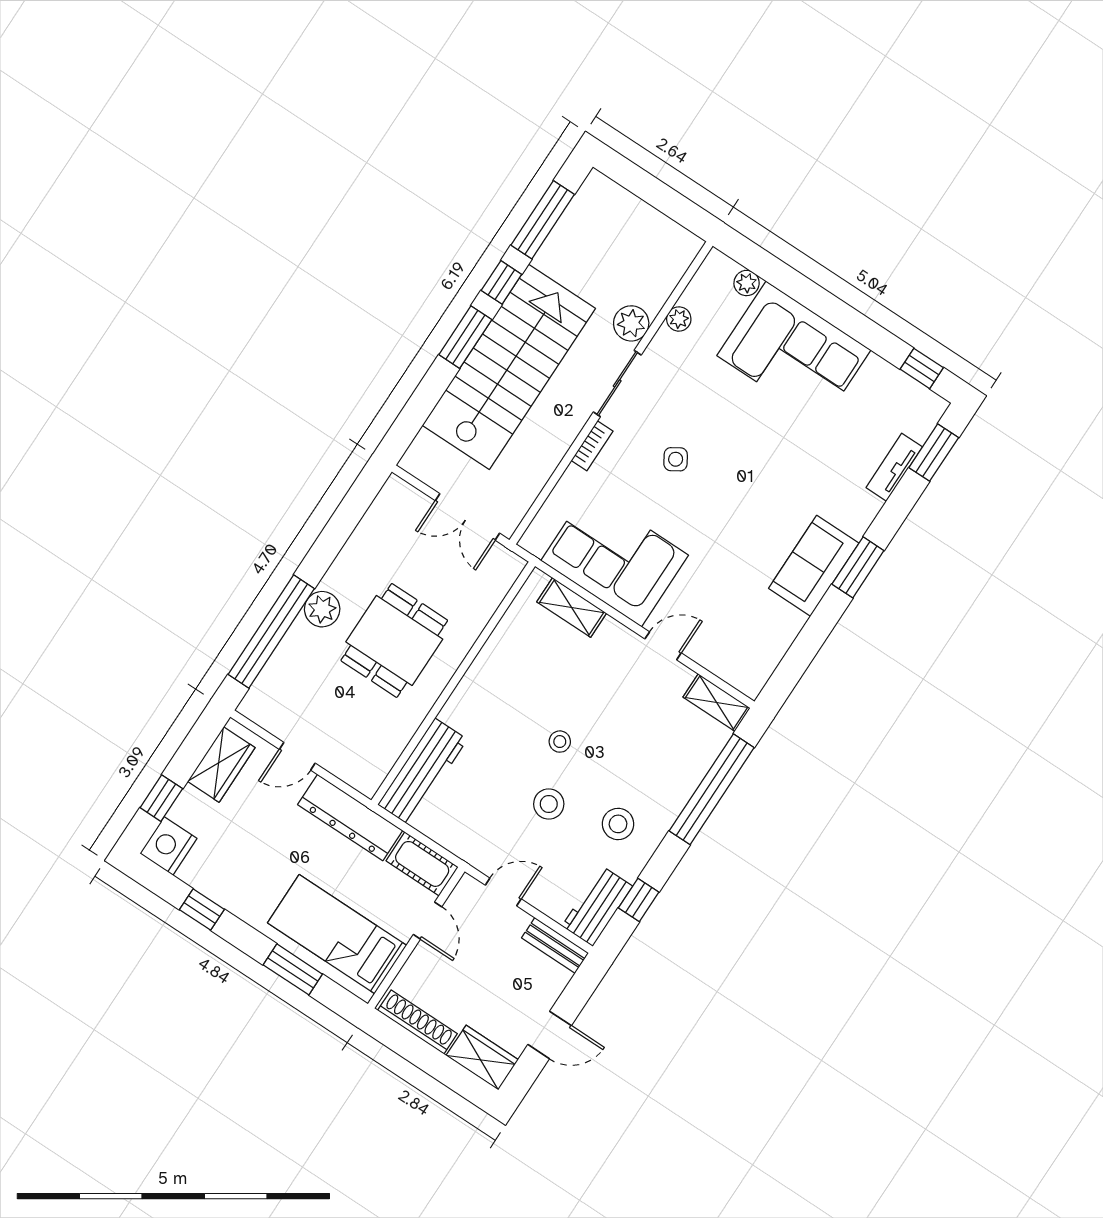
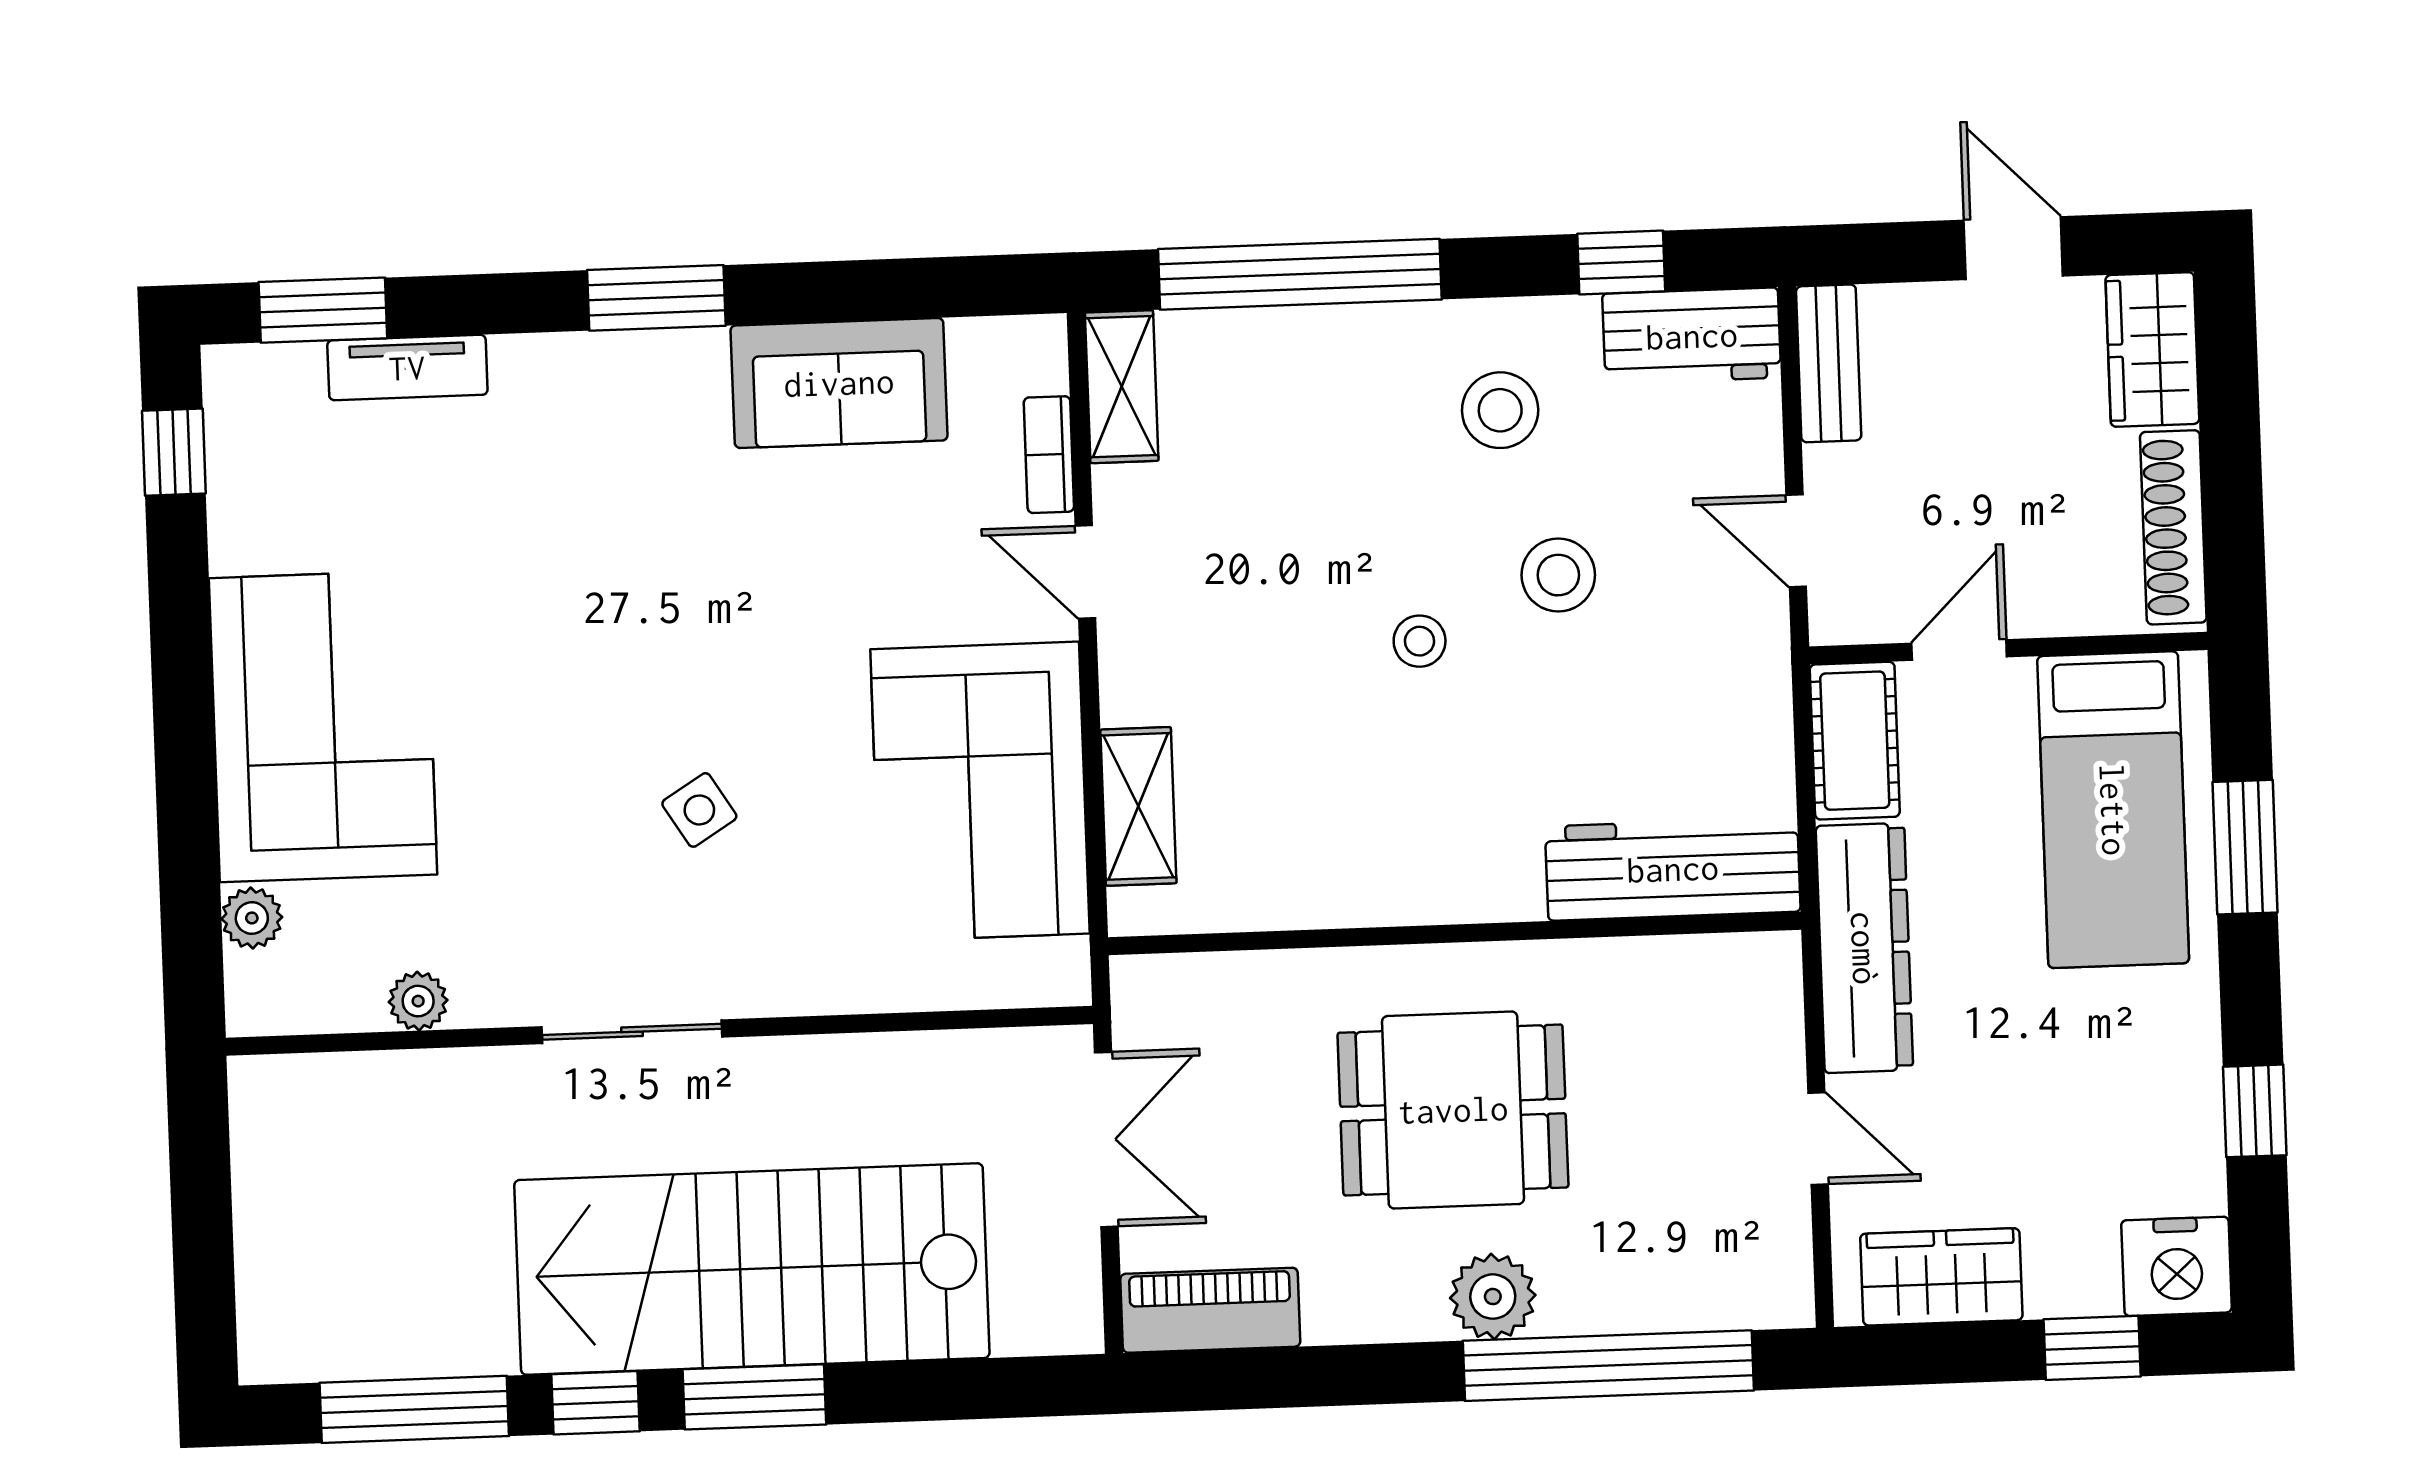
plant: (631, 323) -> (494, 1089), removed
bookcase: (592, 446) -> (1049, 455), moved, turned -90
piano: (385, 511) -> (1210, 1310), added
sofa: (814, 566) -> (839, 383), moved

